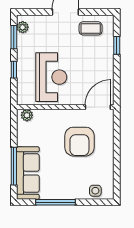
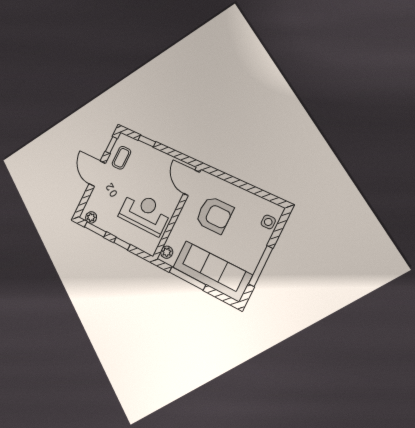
window: (98, 12) -> (111, 145), added
window: (14, 166) -> (187, 278), moved
sofa: (28, 173) -> (212, 271), width x1.36, depth x1.27

